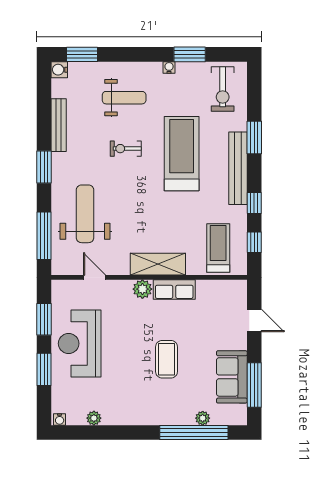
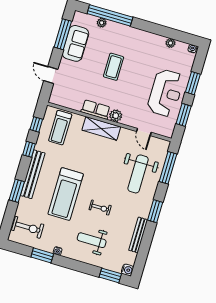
exercise bike: (223, 89) -> (28, 227), turned 90

